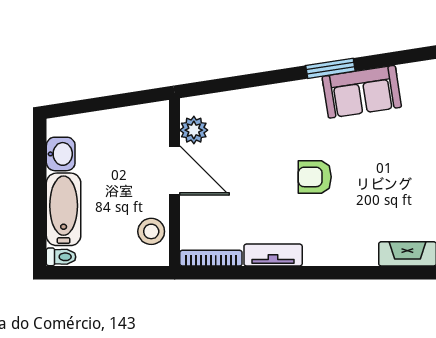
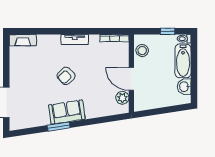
sofa: (362, 92) -> (67, 112), moved
armchair: (315, 177) -> (66, 76), turned 136
tv unit: (273, 255) -> (75, 40), moved
window: (97, 273) -> (168, 31), added

